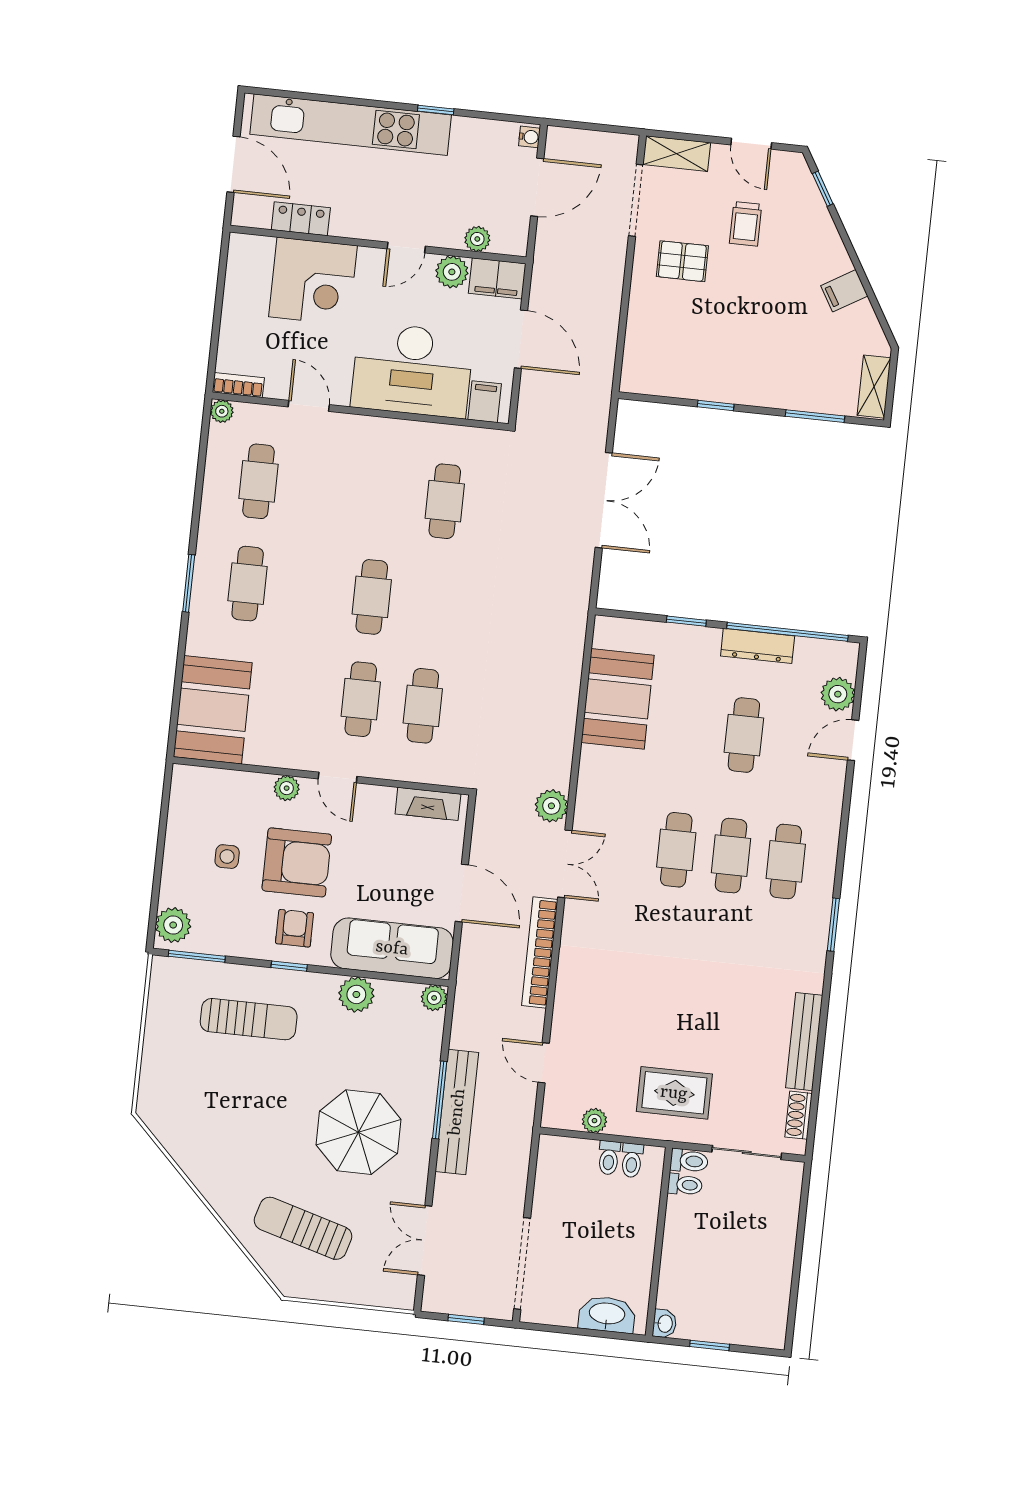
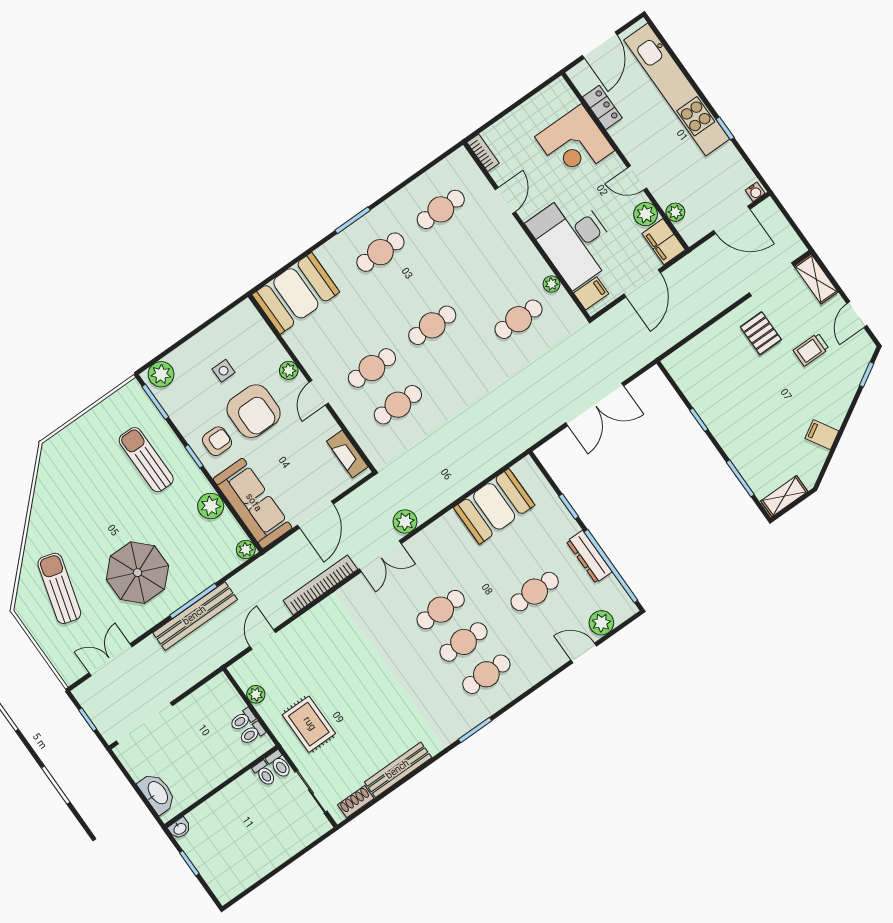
plant: (222, 411) -> (551, 284), moved
sun lounger: (249, 1019) -> (146, 460), turned 180

